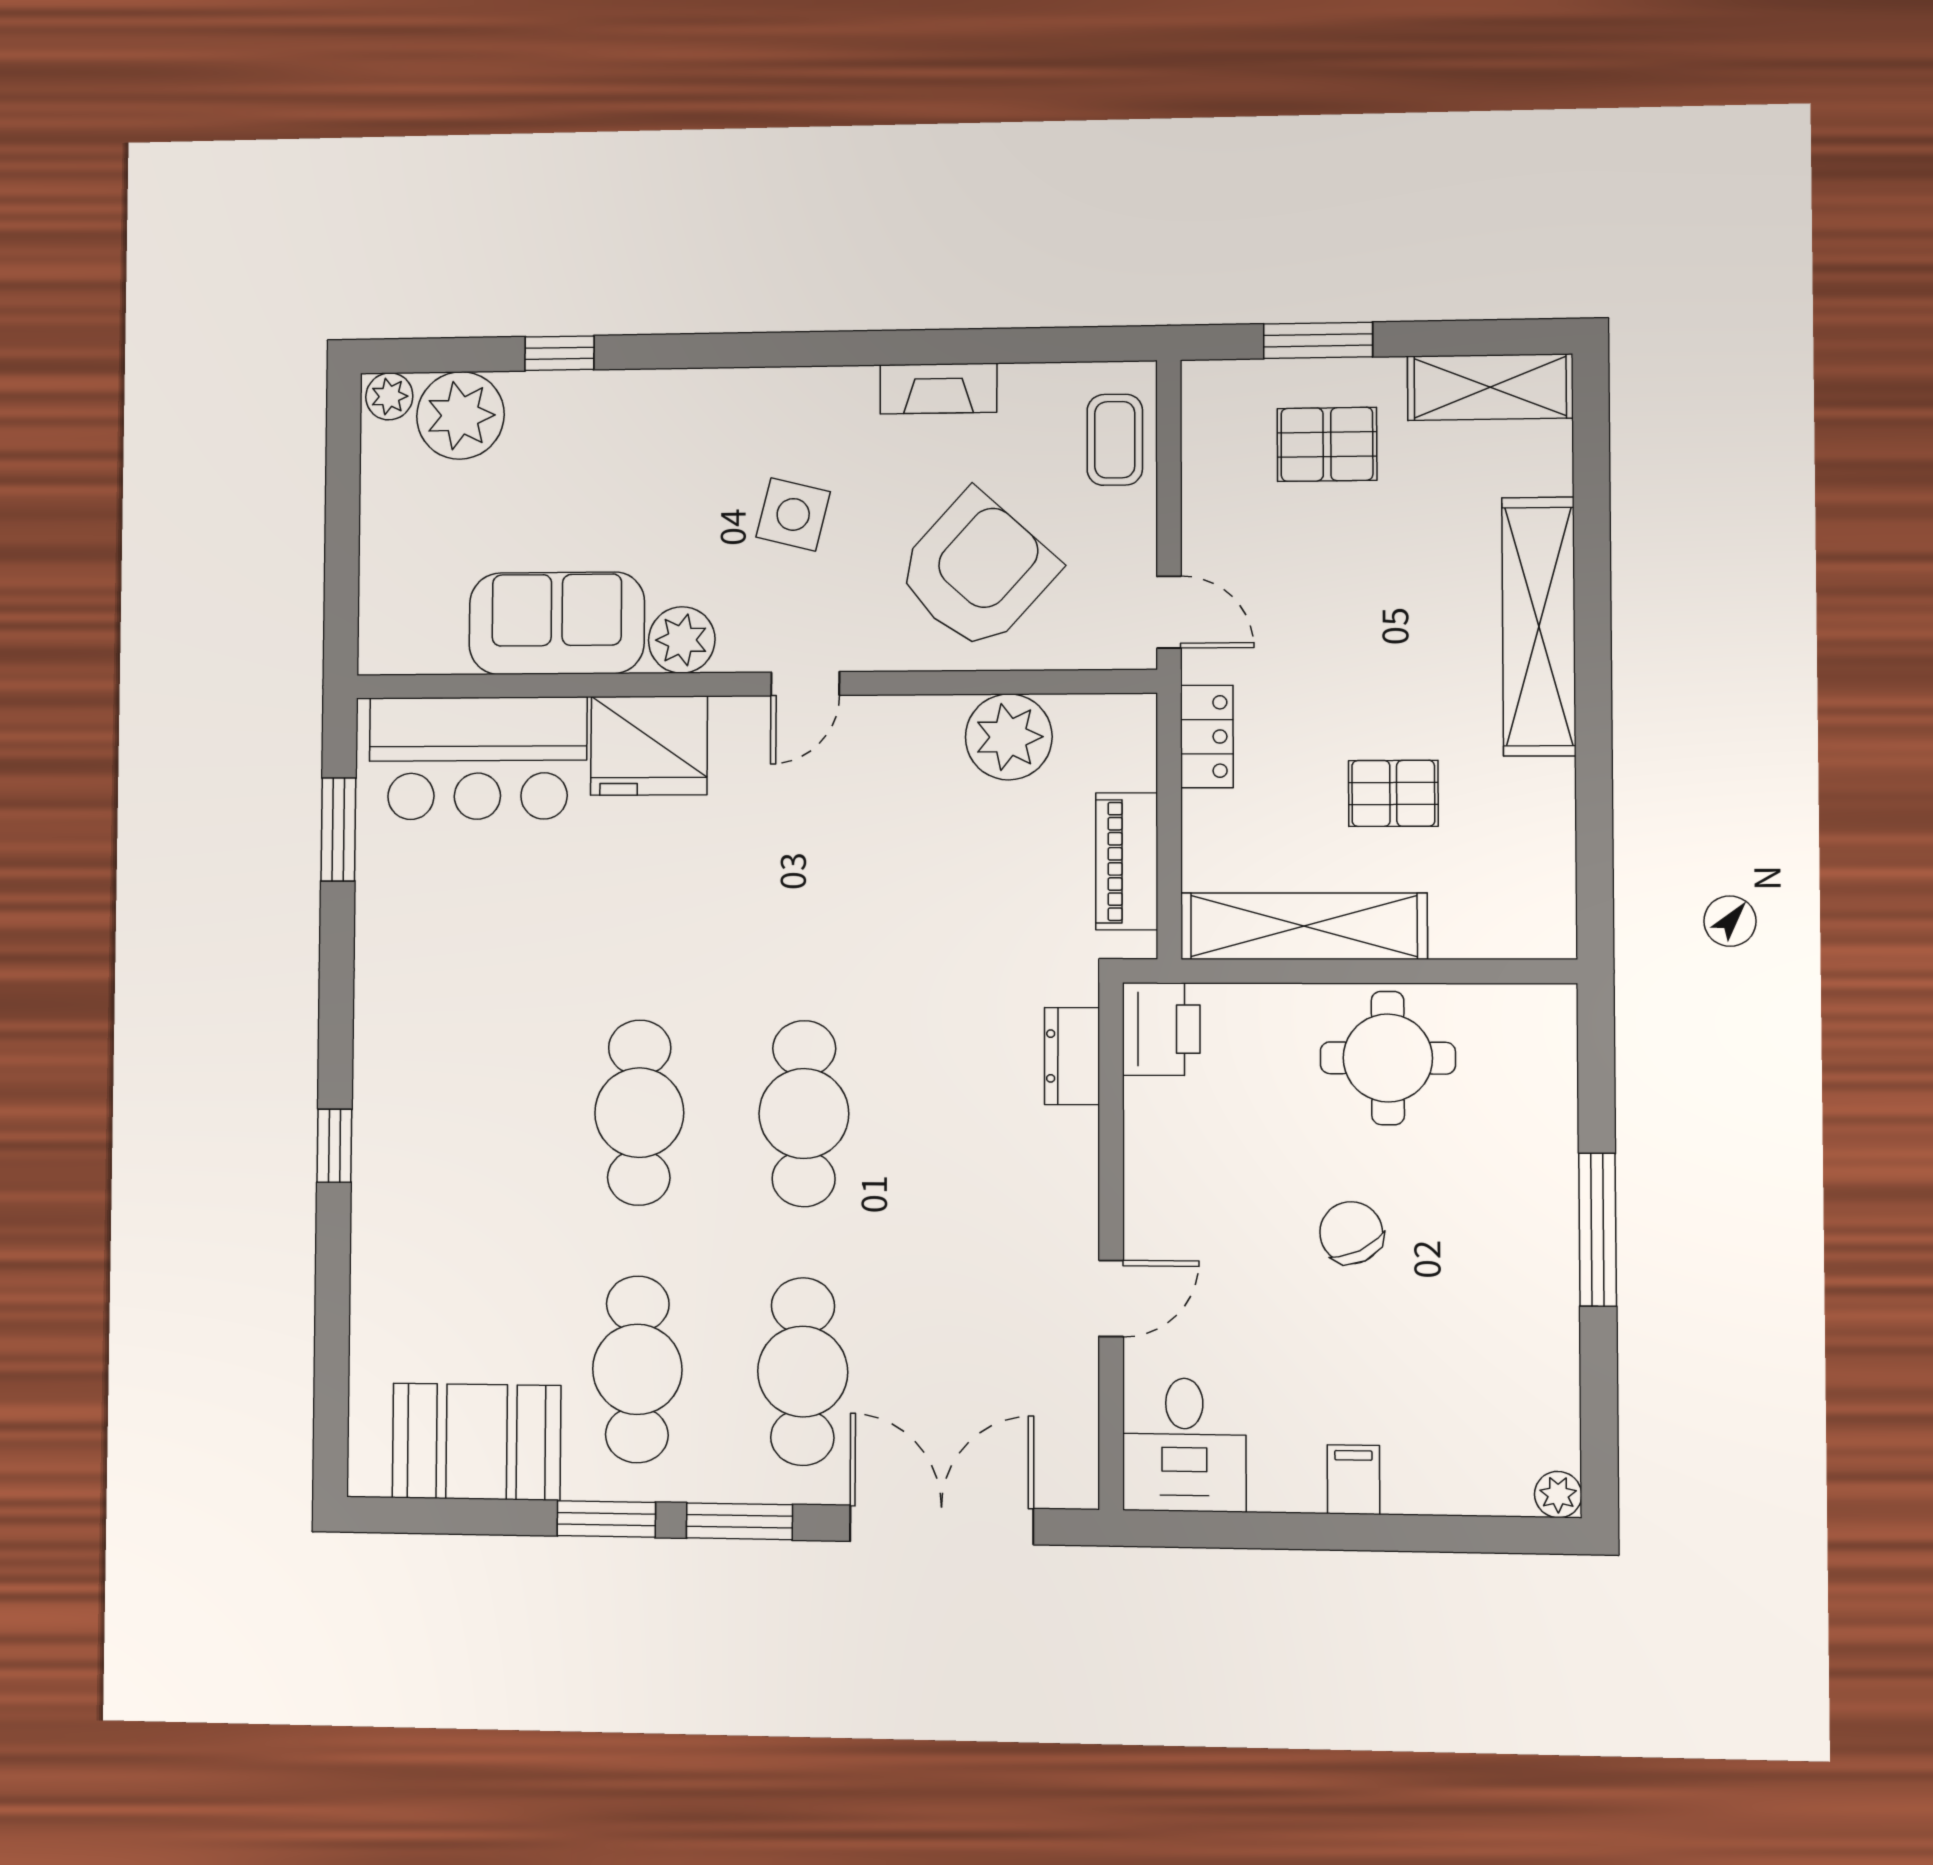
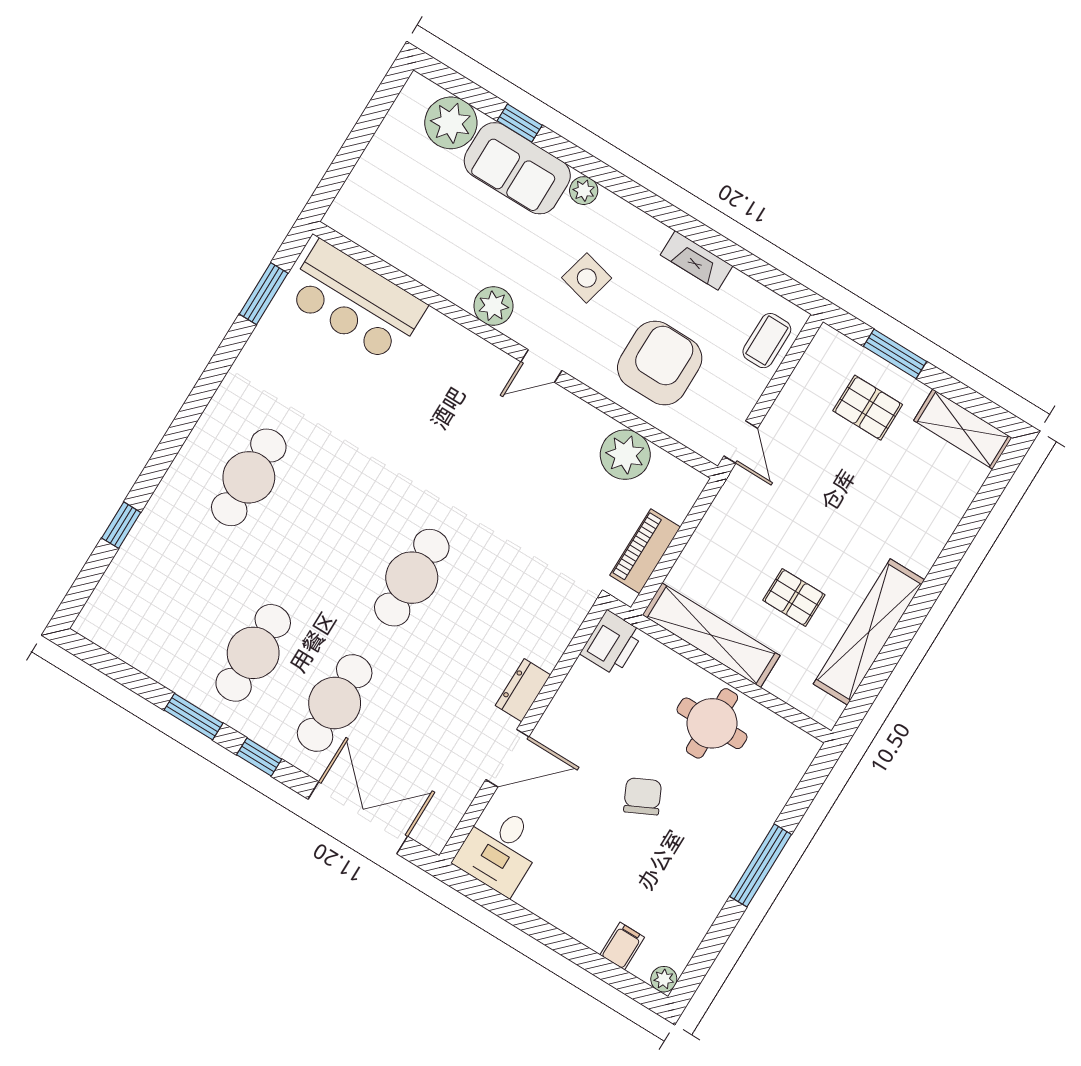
plant: (389, 396) -> (584, 191), moved
armchair: (977, 571) -> (660, 363), turned -42
sofa: (557, 623) -> (517, 168), moved, turned 180
shelving: (1539, 626) -> (869, 632), moved
locker: (1207, 737) -> (721, 514), removed
fridge: (649, 746) -> (445, 349), removed
dresser: (1072, 1056) -> (523, 690), moved
cafe table: (639, 1113) -> (249, 477), moved
window: (334, 1146) -> (121, 525), moved
door: (1111, 1299) -> (507, 758), width x1.38
booth: (477, 1442) -> (151, 640), removed
filing cabinet: (1353, 1480) -> (622, 946), moved
window: (739, 1521) -> (259, 757), width x0.67

